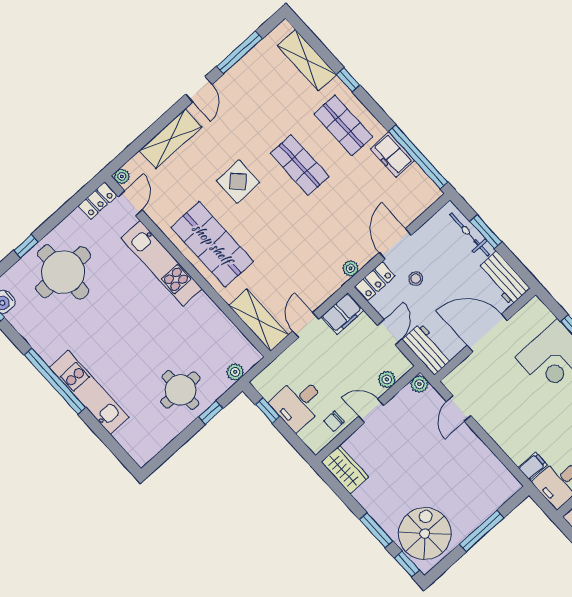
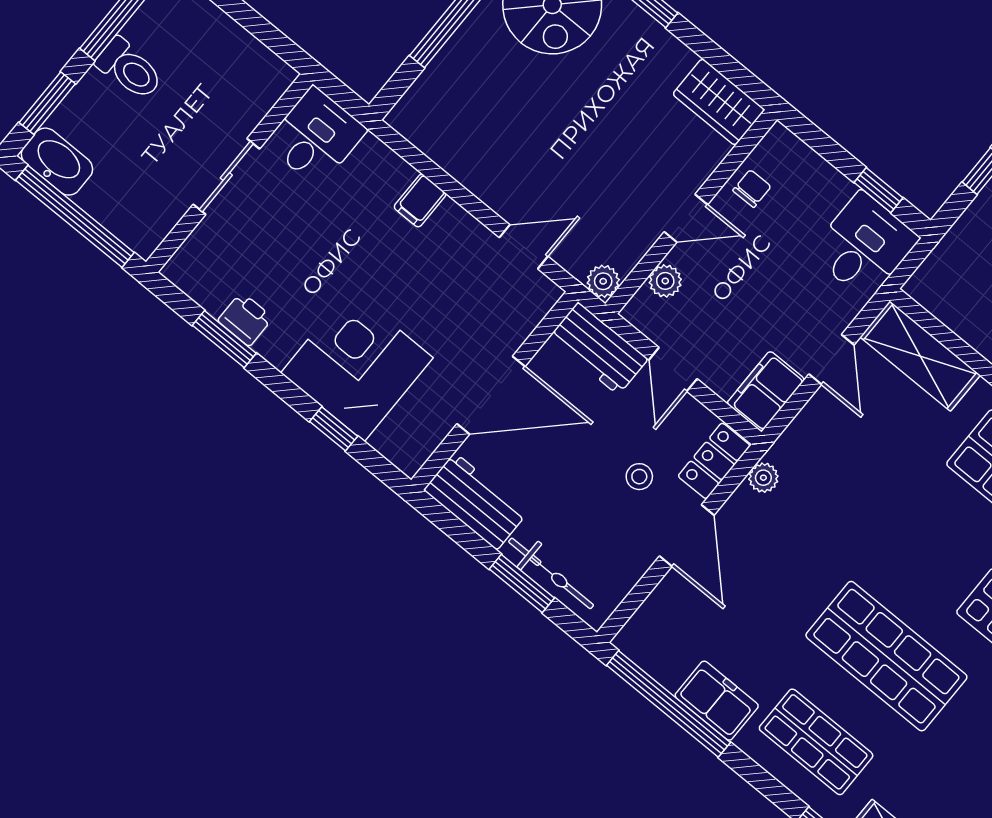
shop shelf: (300, 165) -> (886, 656), width x1.43, depth x1.36
plant: (235, 372) -> (950, 253), removed
desk: (298, 403) -> (864, 246), moved
door: (459, 408) -> (524, 247), hinge flipped
filing cabinet: (533, 466) -> (420, 201), moved

